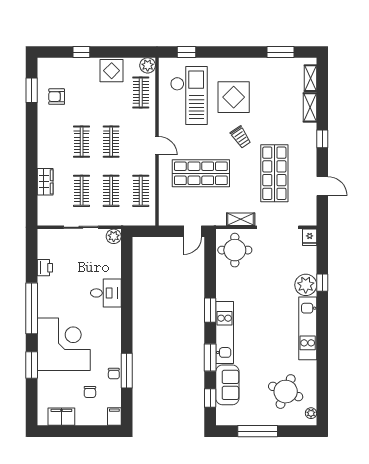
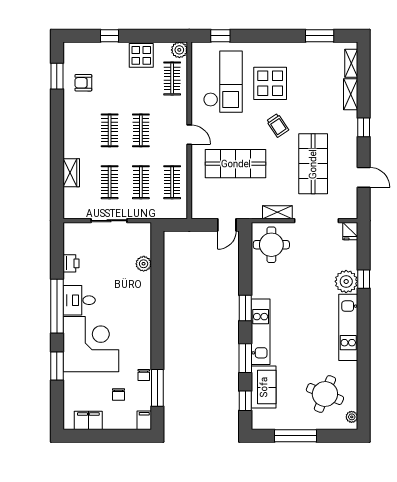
plant: (114, 236) -> (144, 264), moved
desk: (106, 293) -> (79, 300), moved, turned 180
window: (127, 371) -> (157, 388), moved

